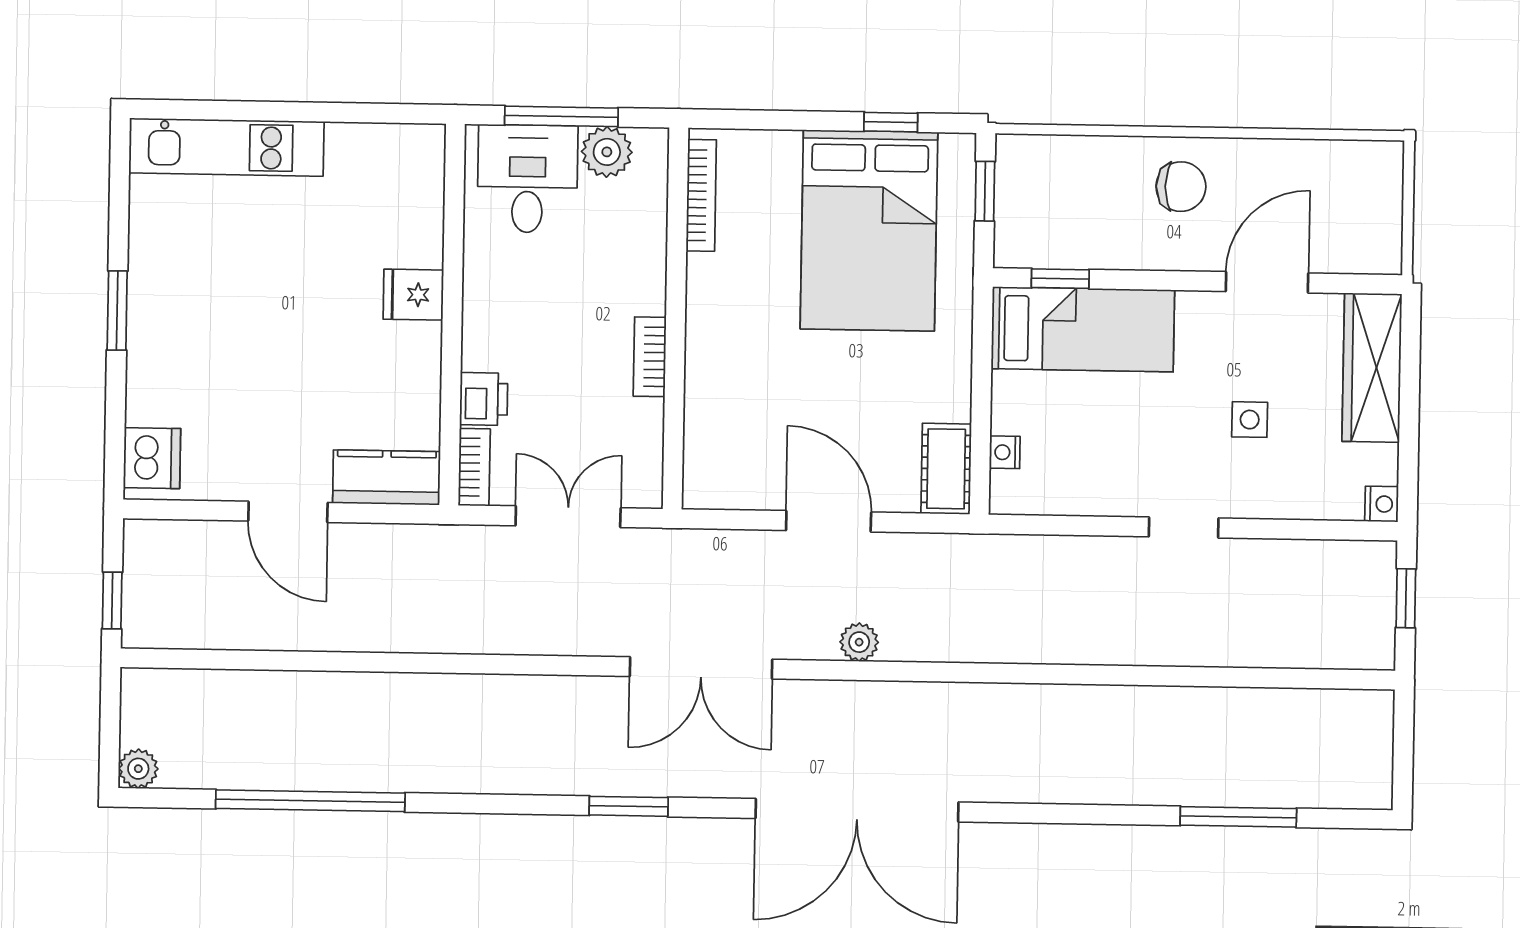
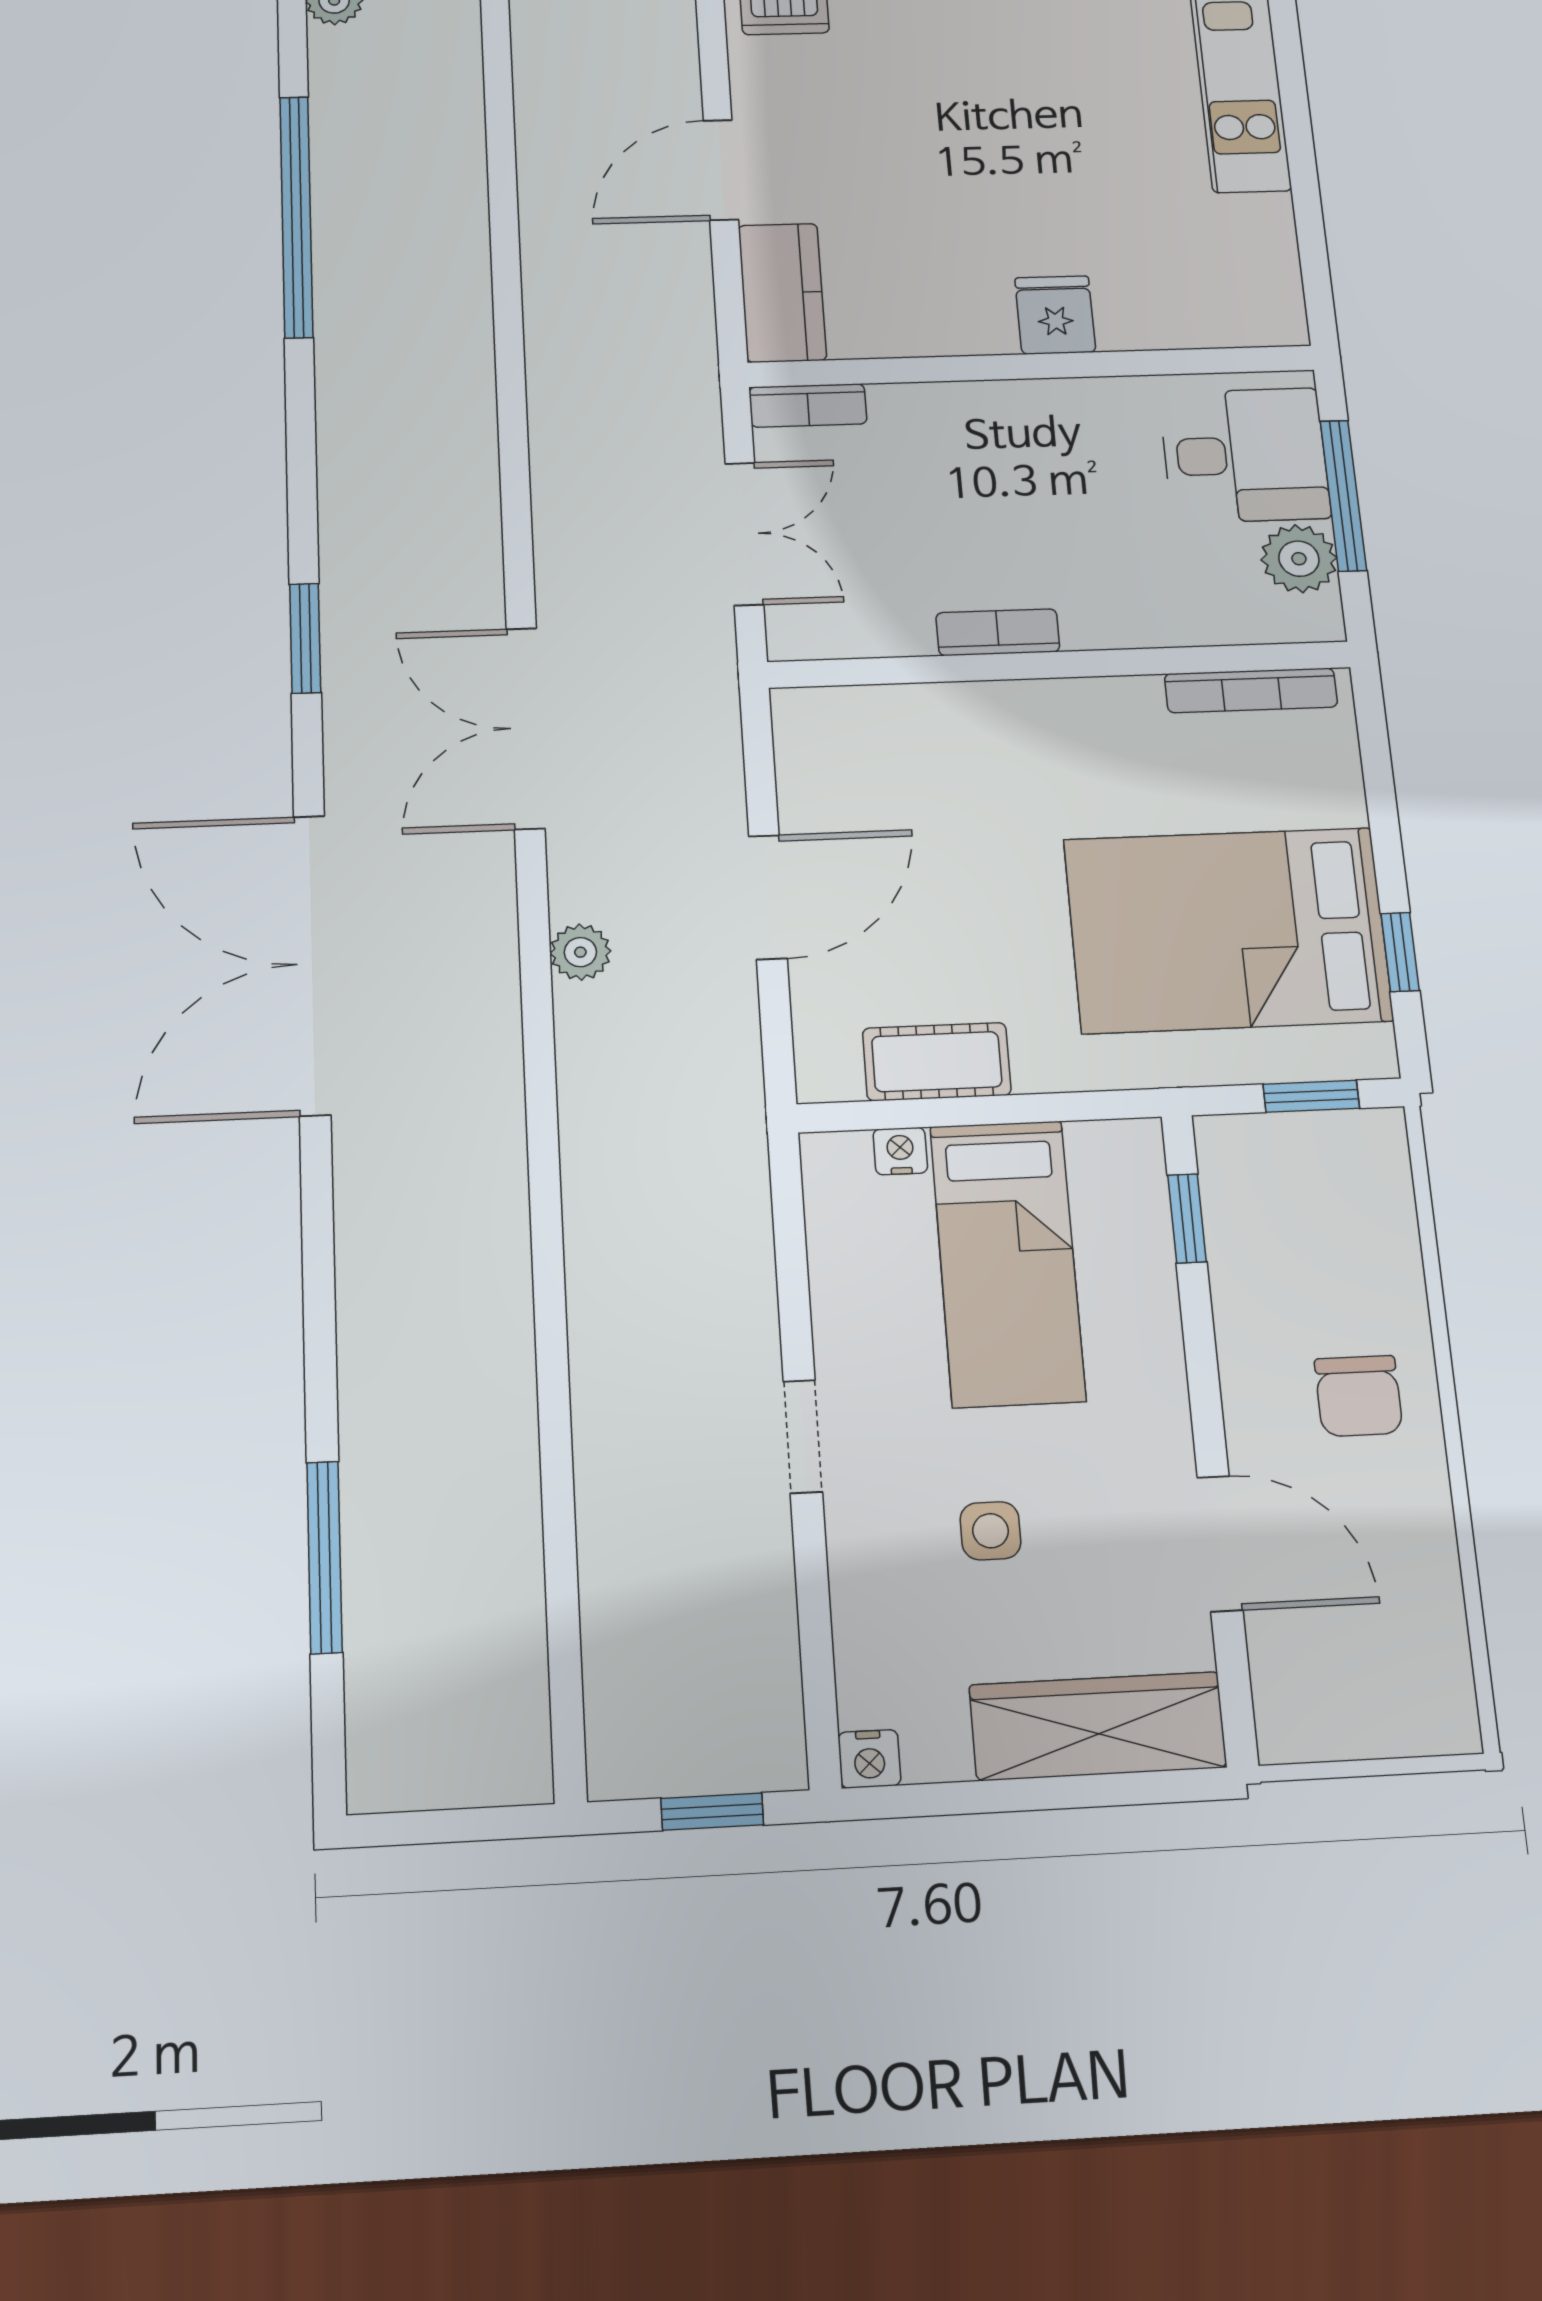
bed: (1083, 329) -> (1007, 1263), moved
printer: (484, 399) -> (911, 413), removed
cot: (946, 469) -> (937, 1062), moved

